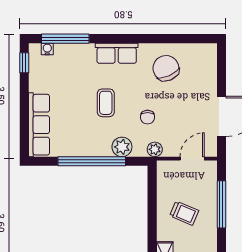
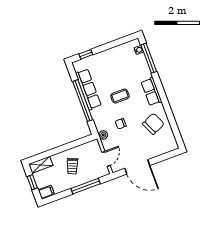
window: (24, 63) -> (86, 54), moved
row of seats: (39, 125) -> (88, 89), moved, turned -90
plant: (122, 147) -> (98, 115), removed
door: (192, 159) -> (106, 159), hinge flipped

